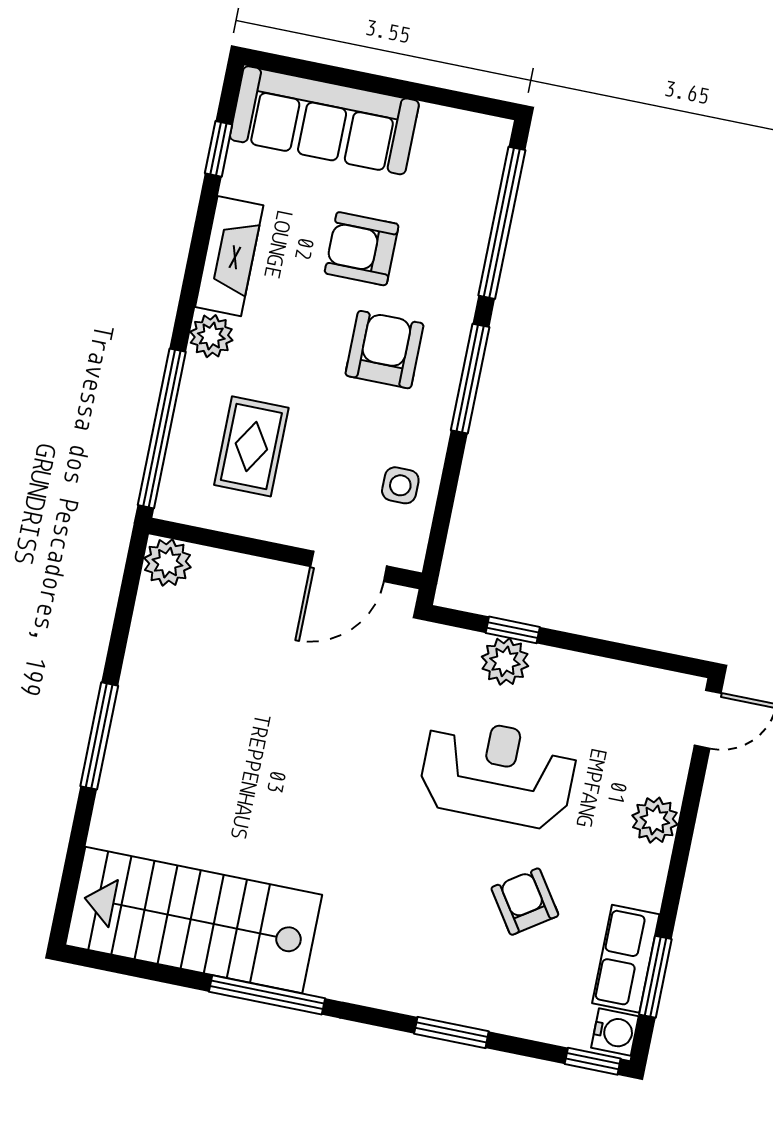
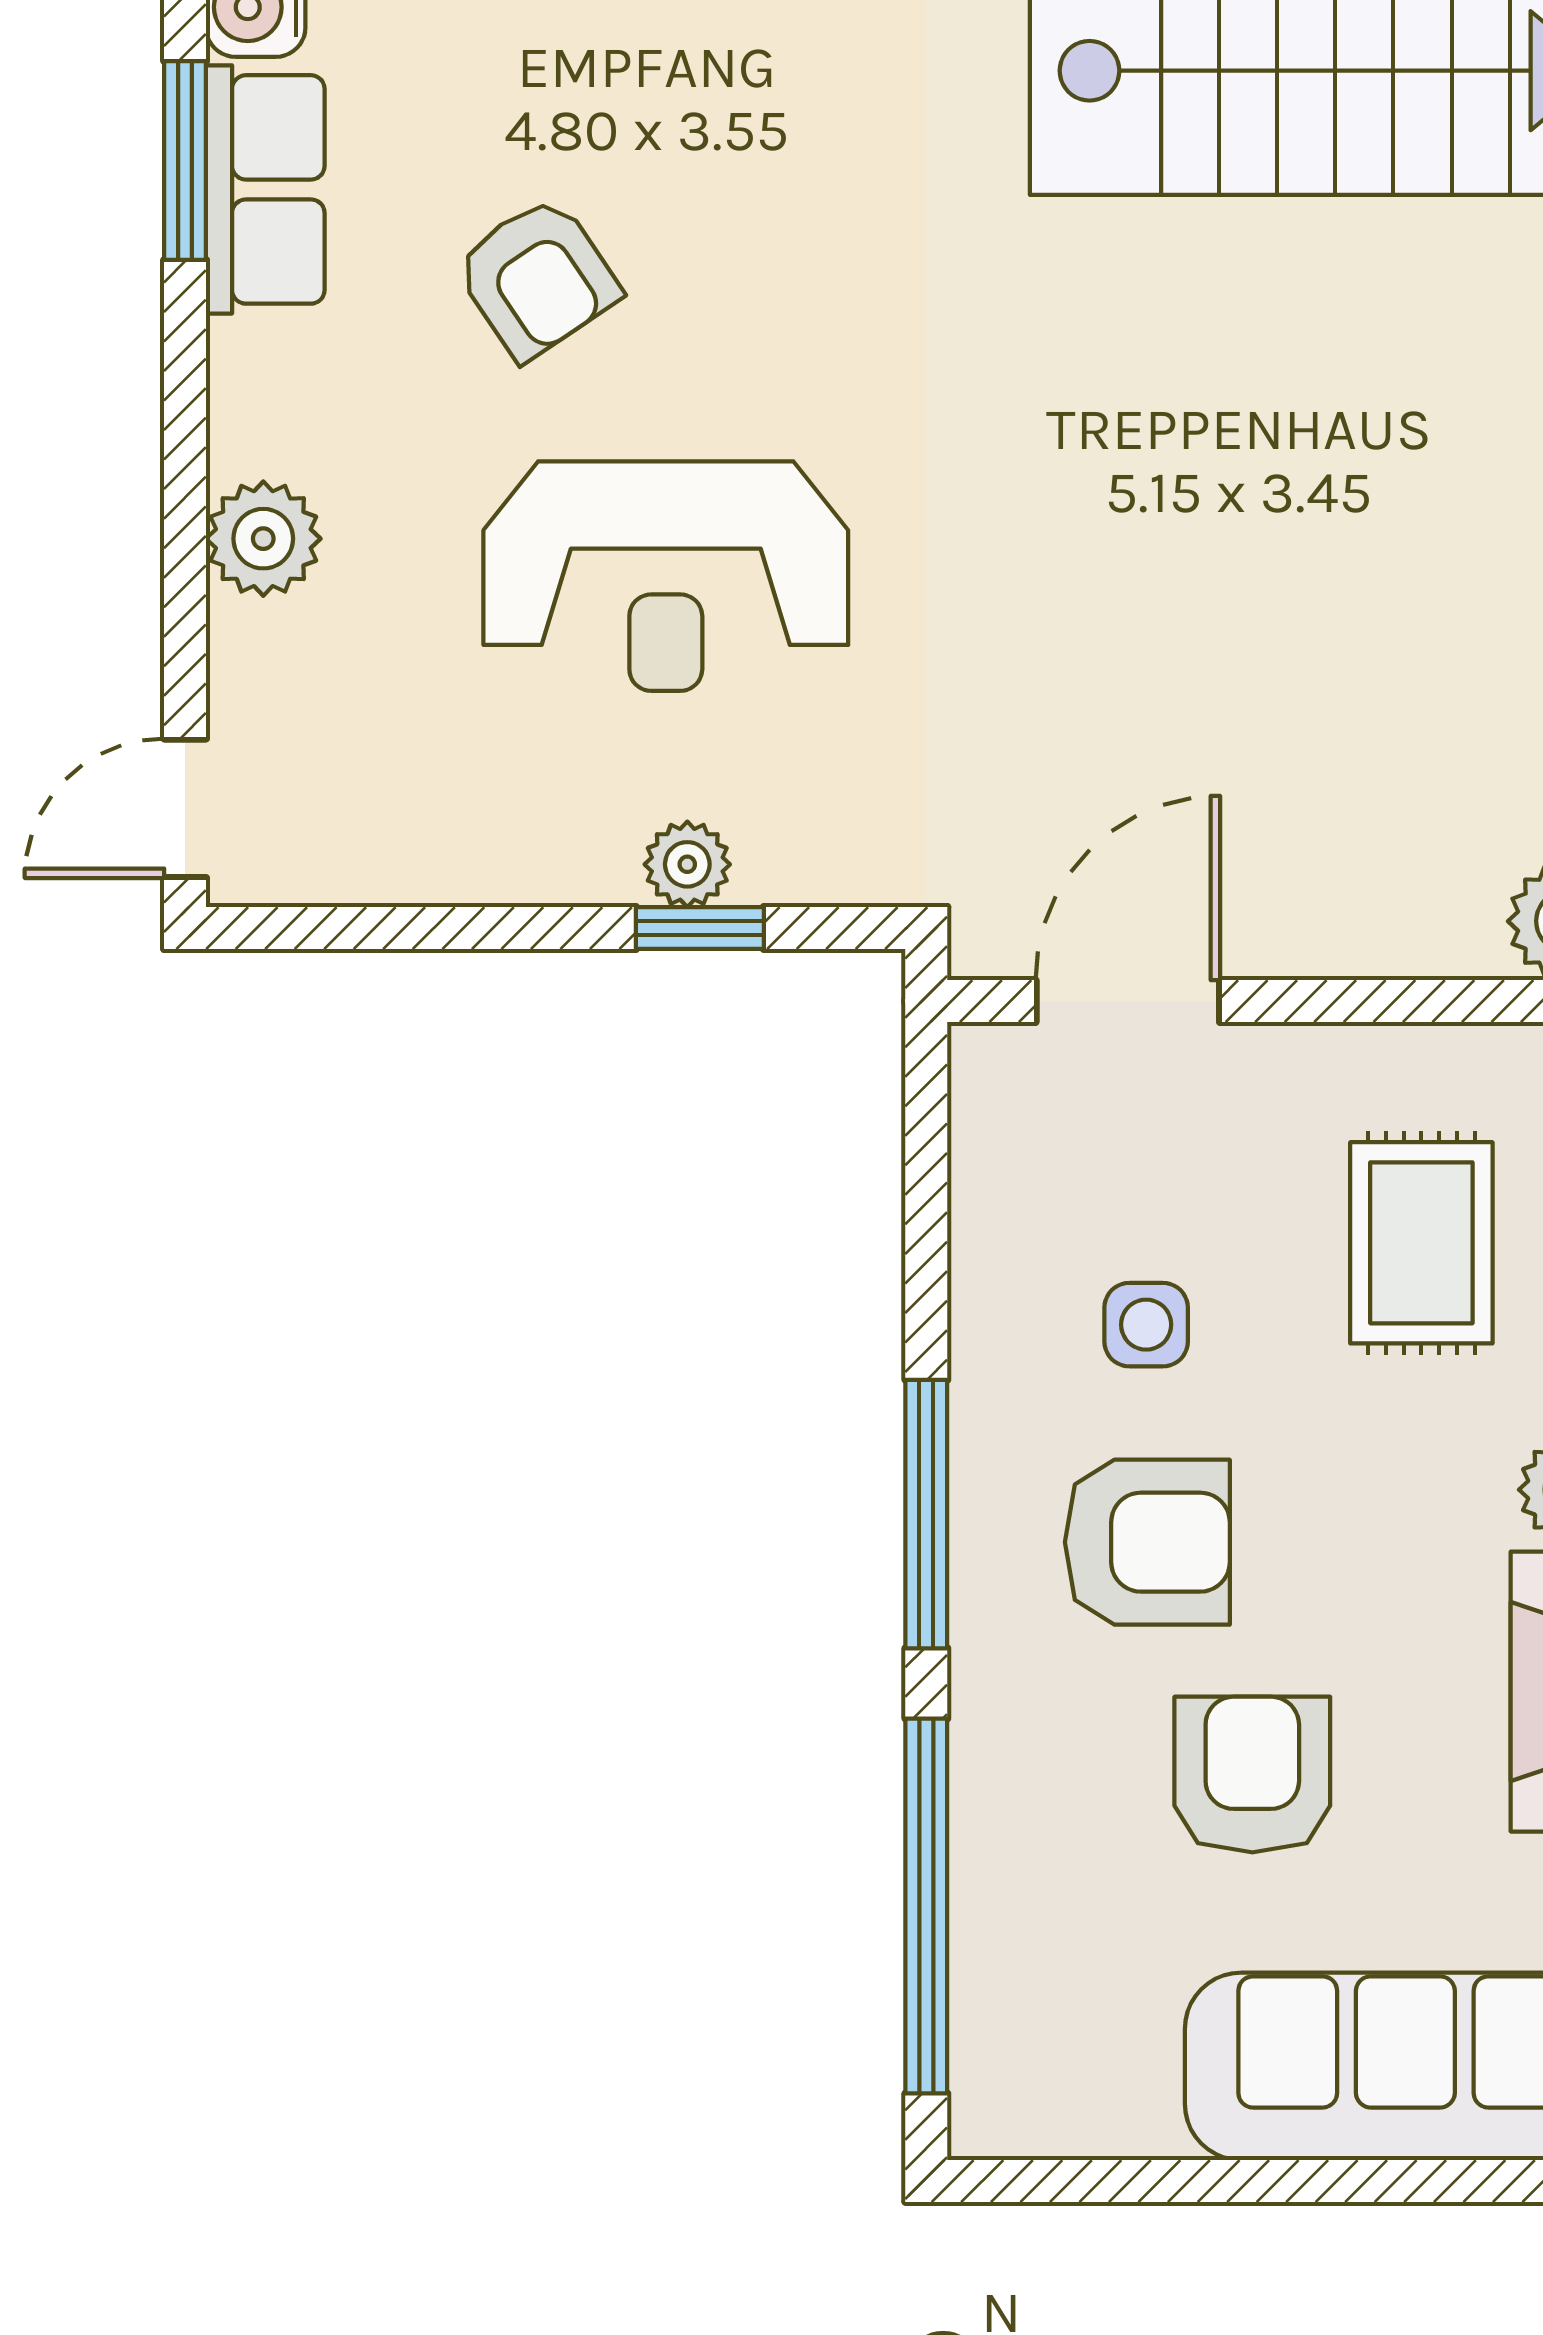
armchair: (362, 249) -> (1252, 1775), turned -90
armchair: (385, 350) -> (1147, 1542), turned -90
side table: (400, 485) -> (1146, 1325), moved
plant: (505, 661) -> (687, 864), width x0.73, depth x0.73

